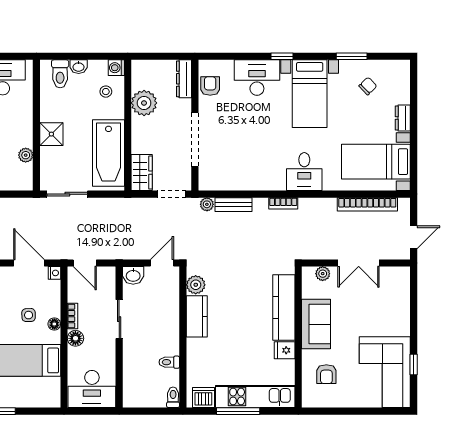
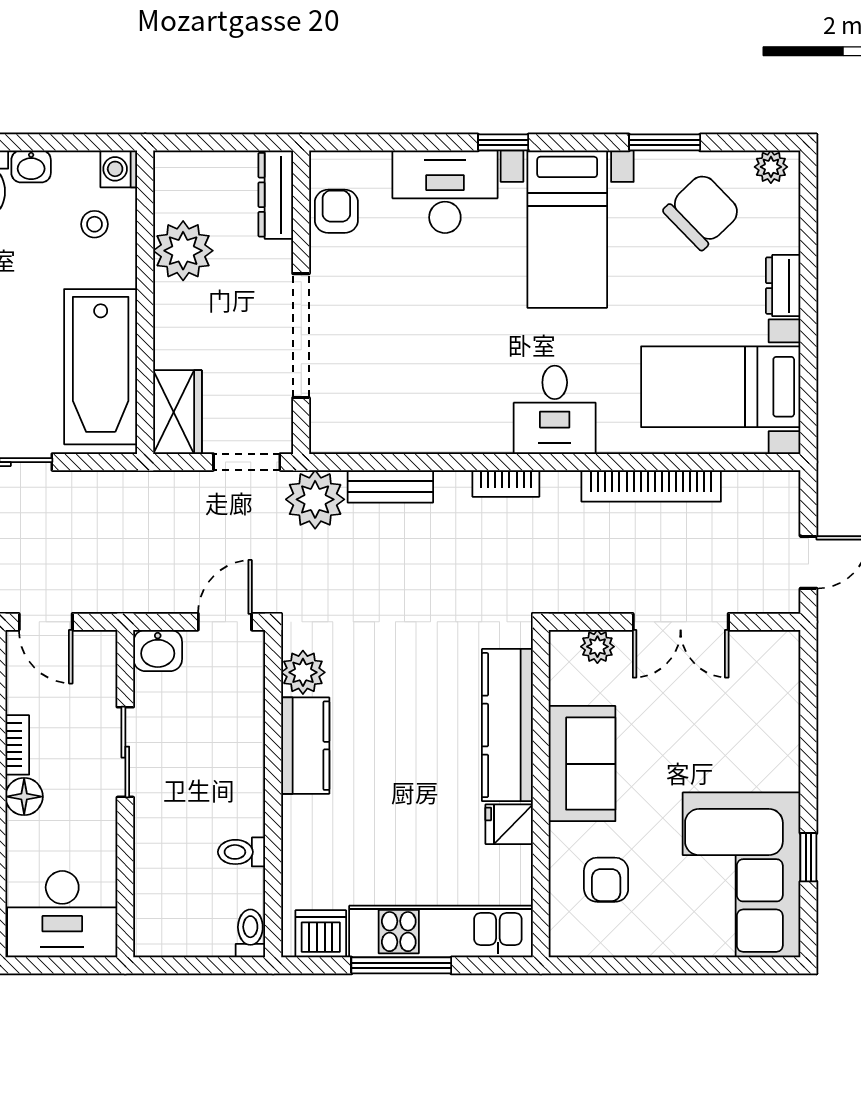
plant: (397, 67) -> (771, 167), added
chair: (368, 86) -> (702, 211), width x1.87, depth x1.87
plant: (207, 204) -> (315, 499), width x1.87, depth x1.87
bookcase: (367, 204) -> (651, 486), moved

